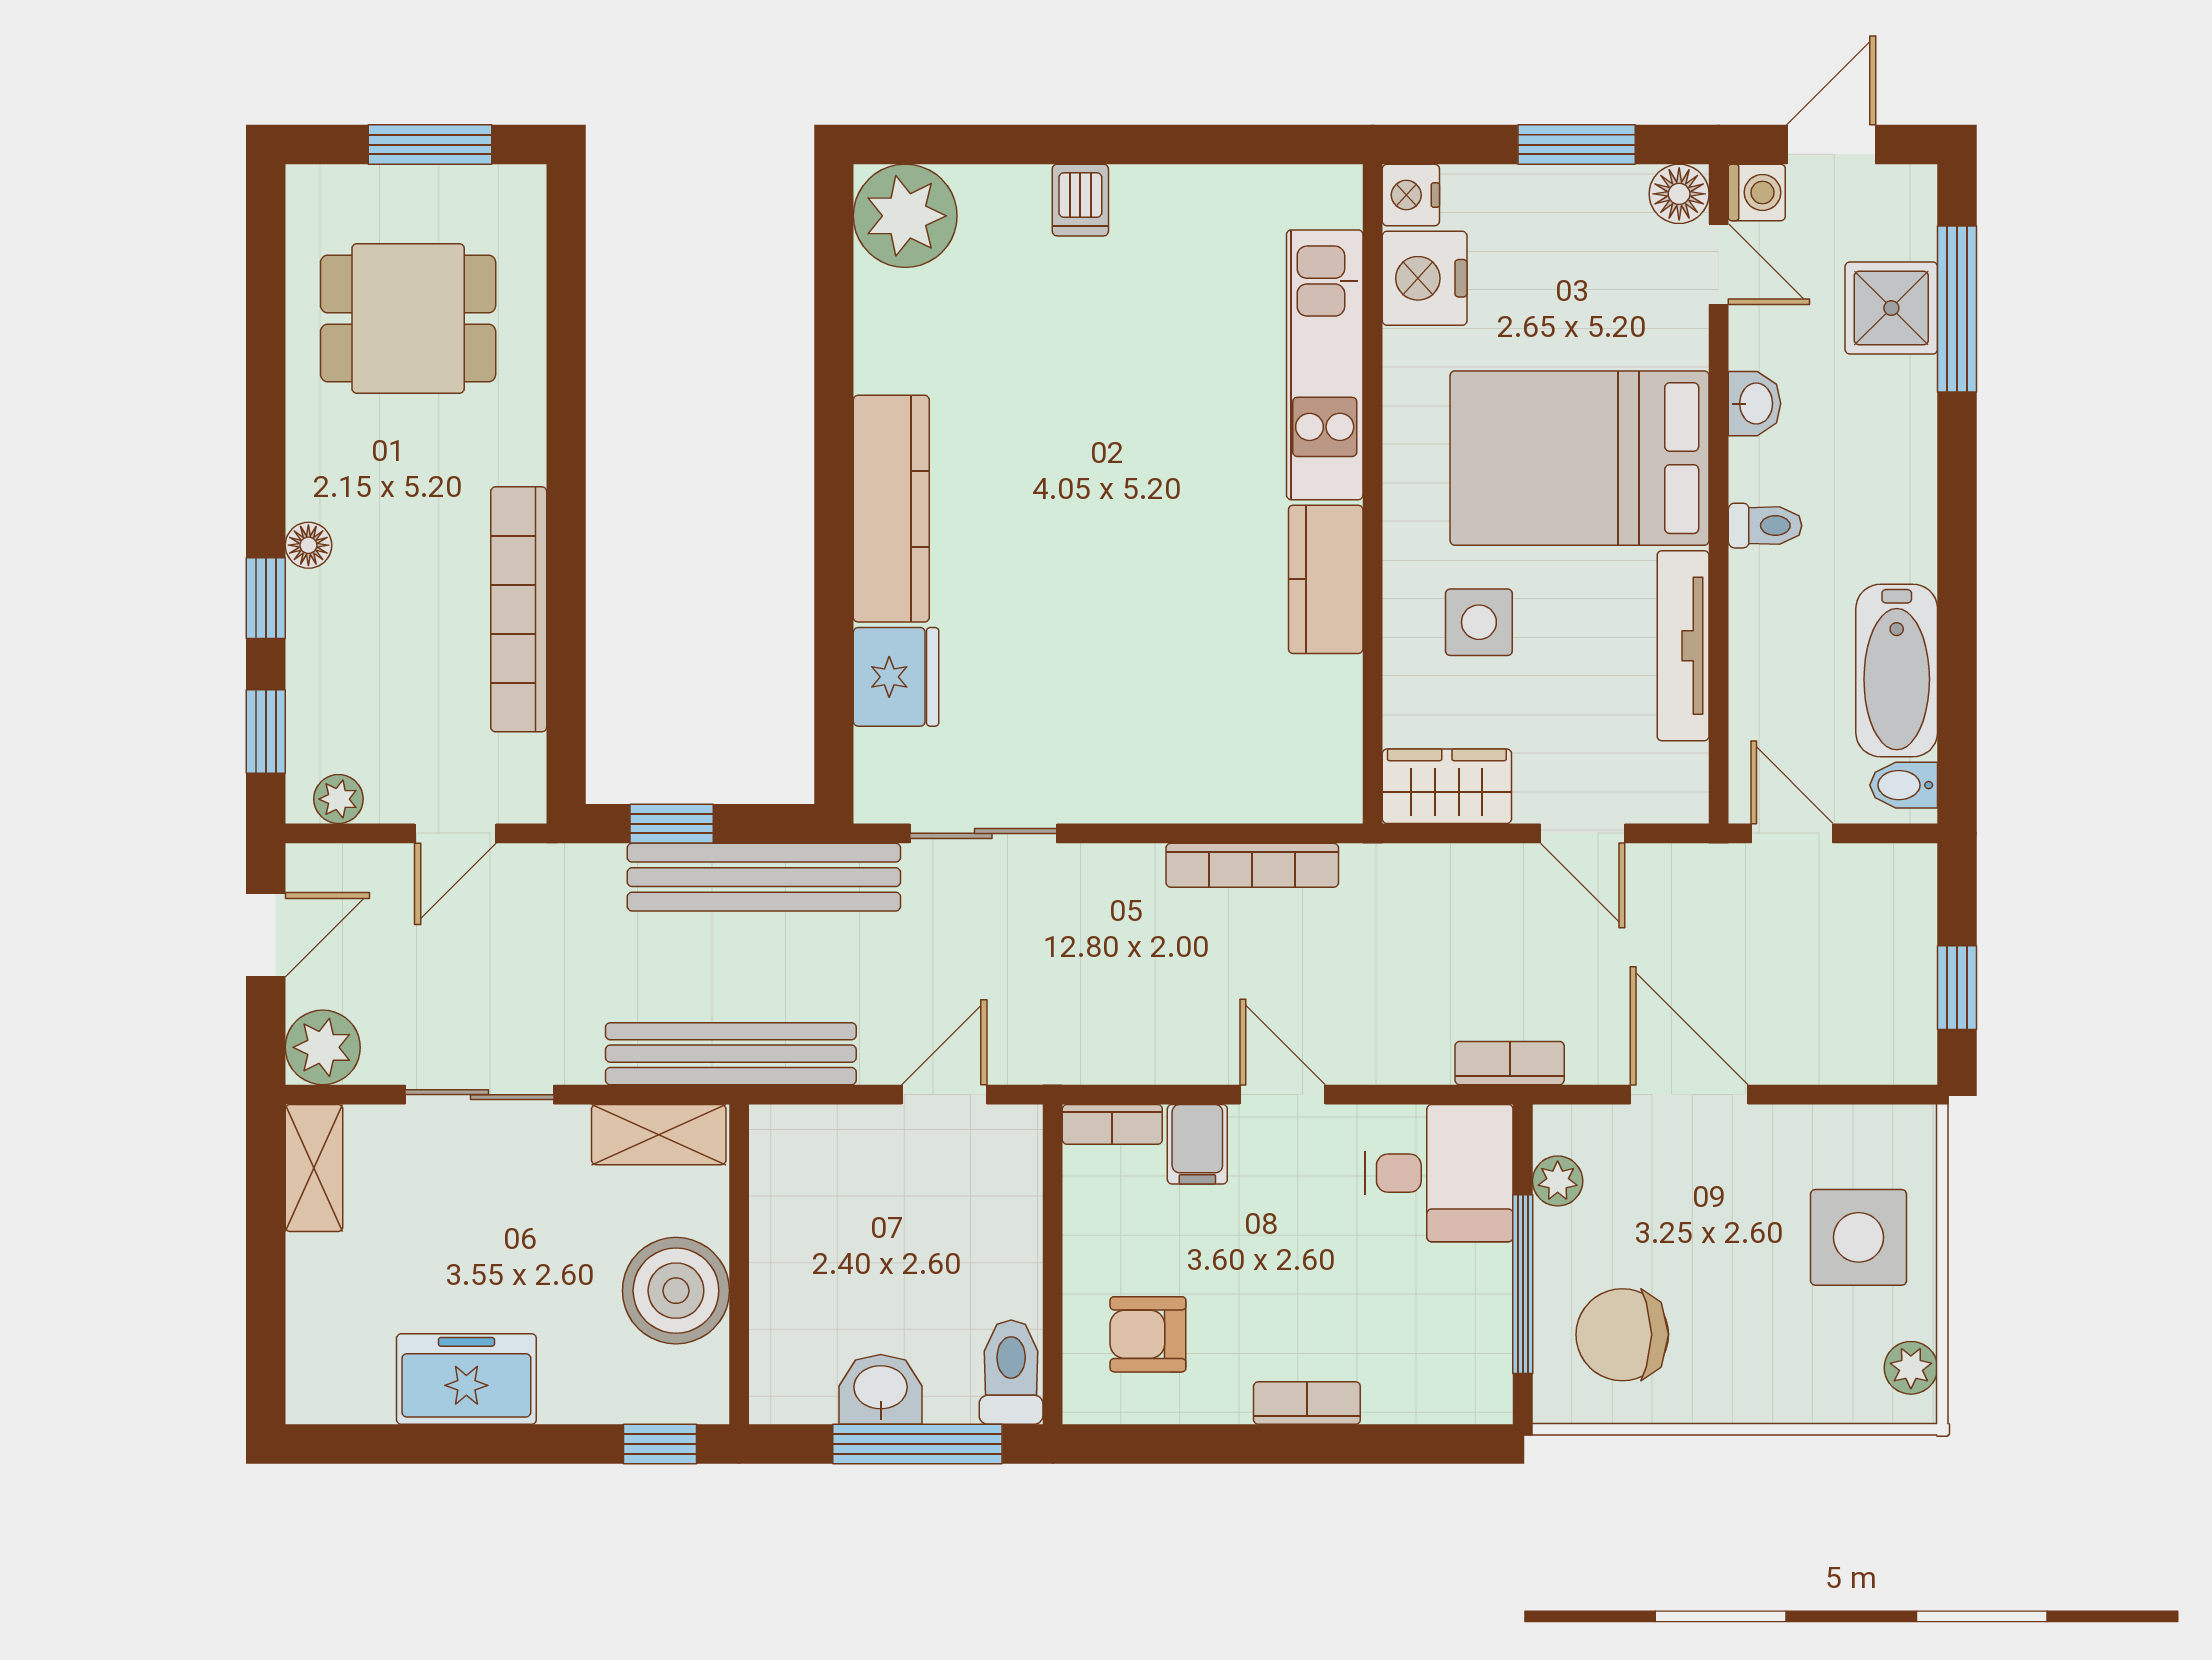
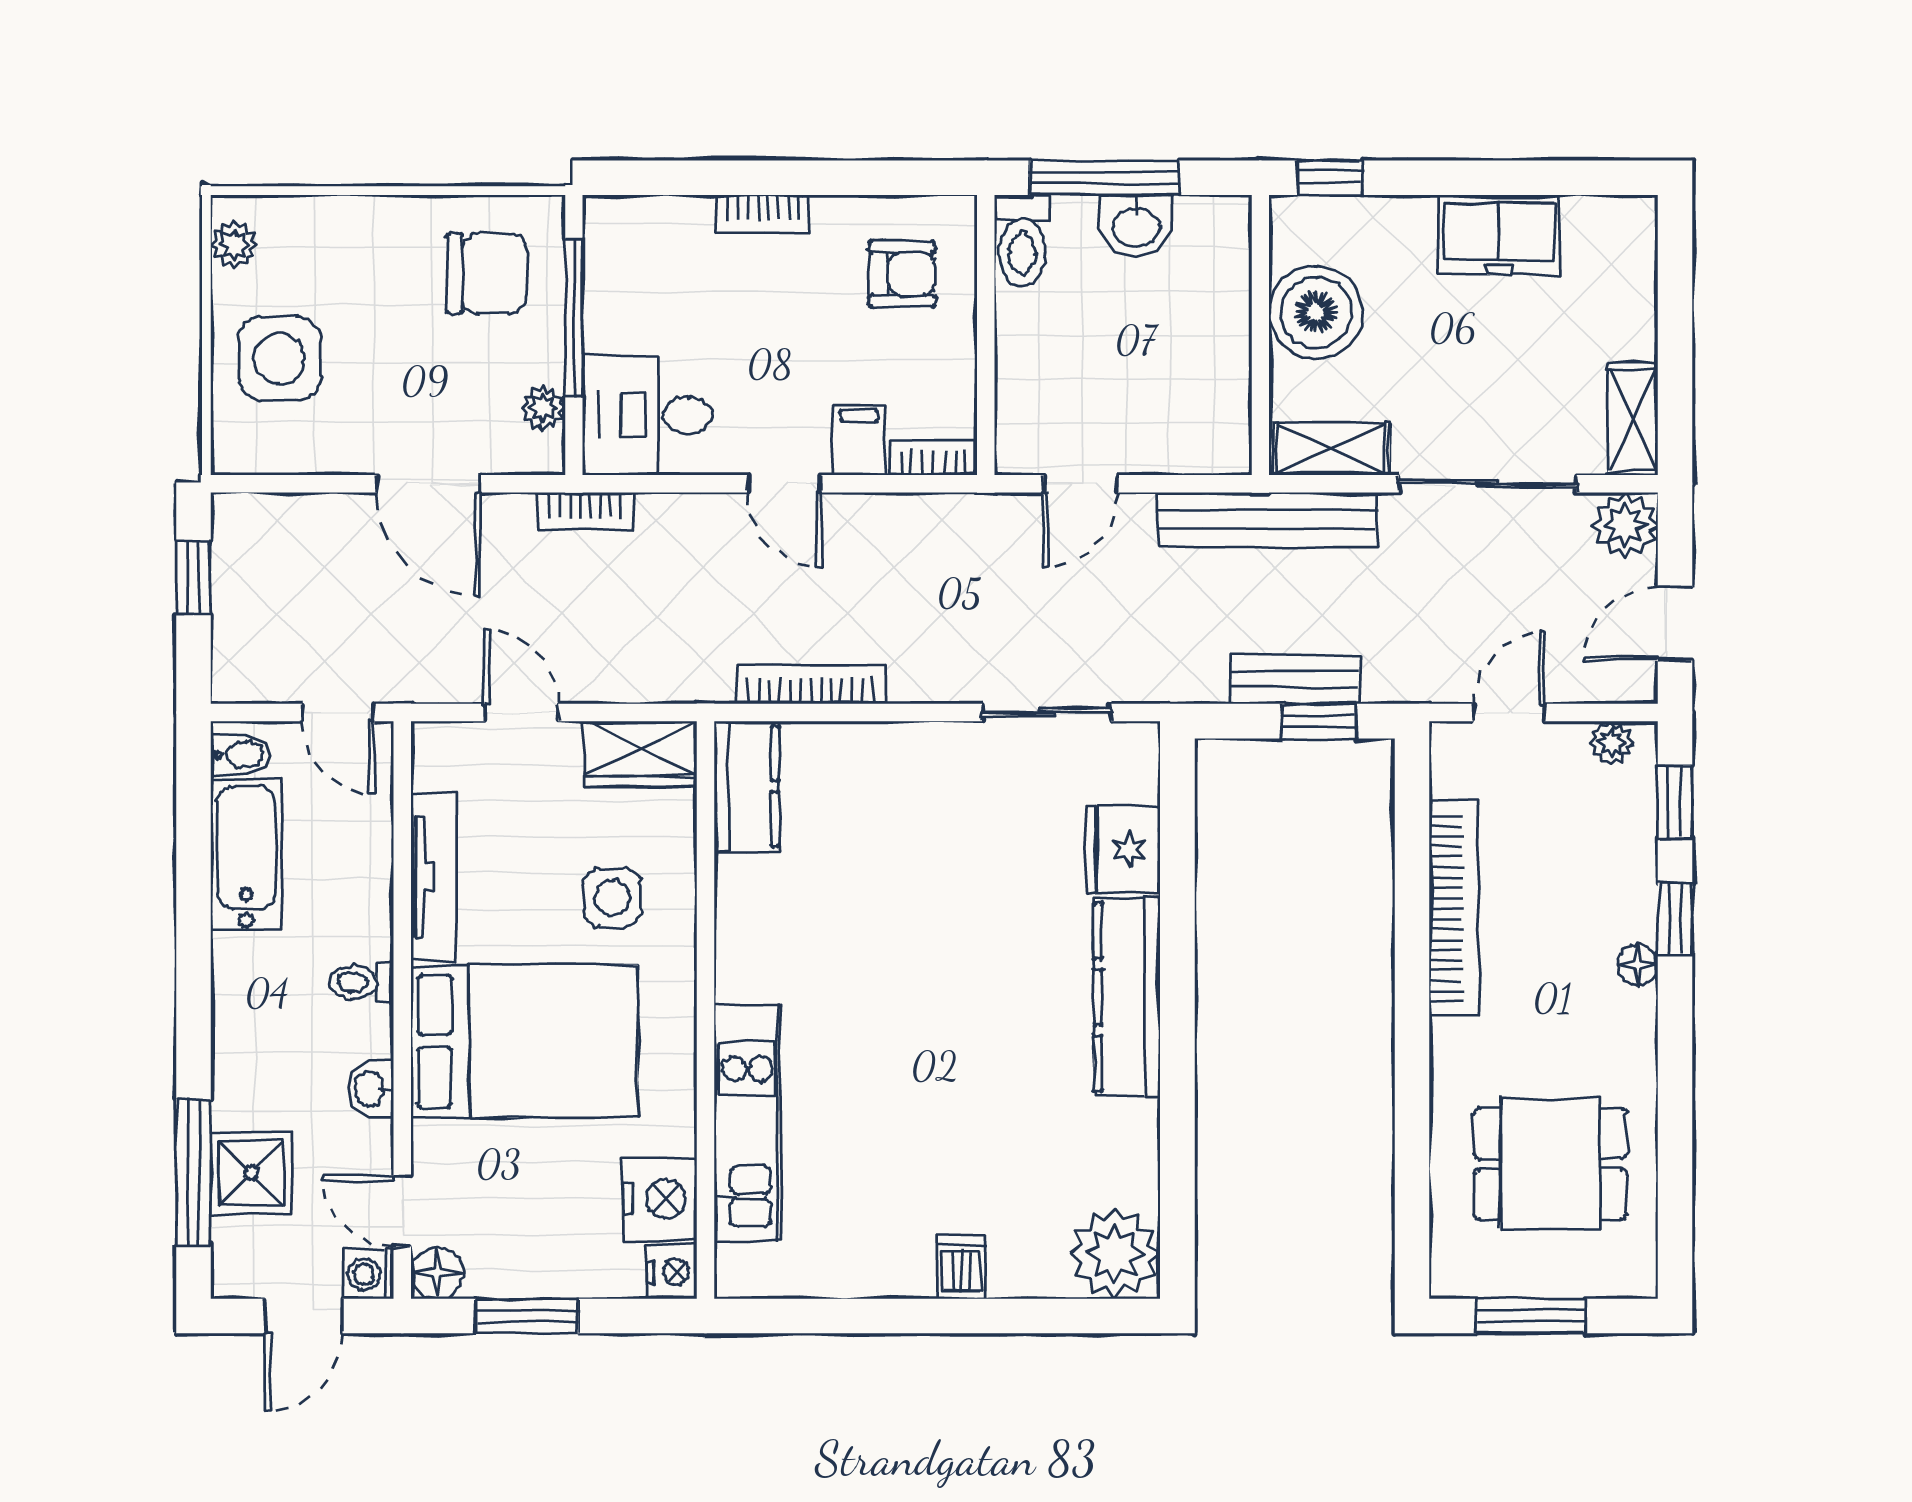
kitchen counter: (1326, 579) -> (747, 786), moved
bench: (764, 877) -> (1294, 679), width x0.54, depth x0.82
sliding door: (480, 1095) -> (1488, 484), width x1.37

